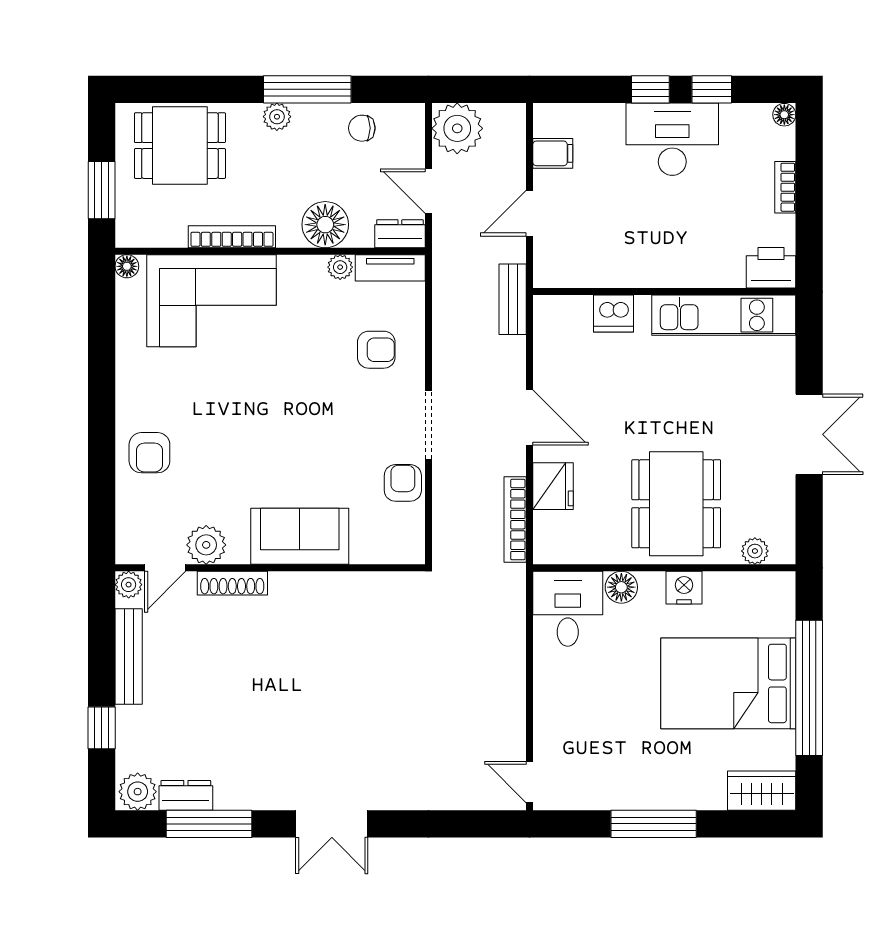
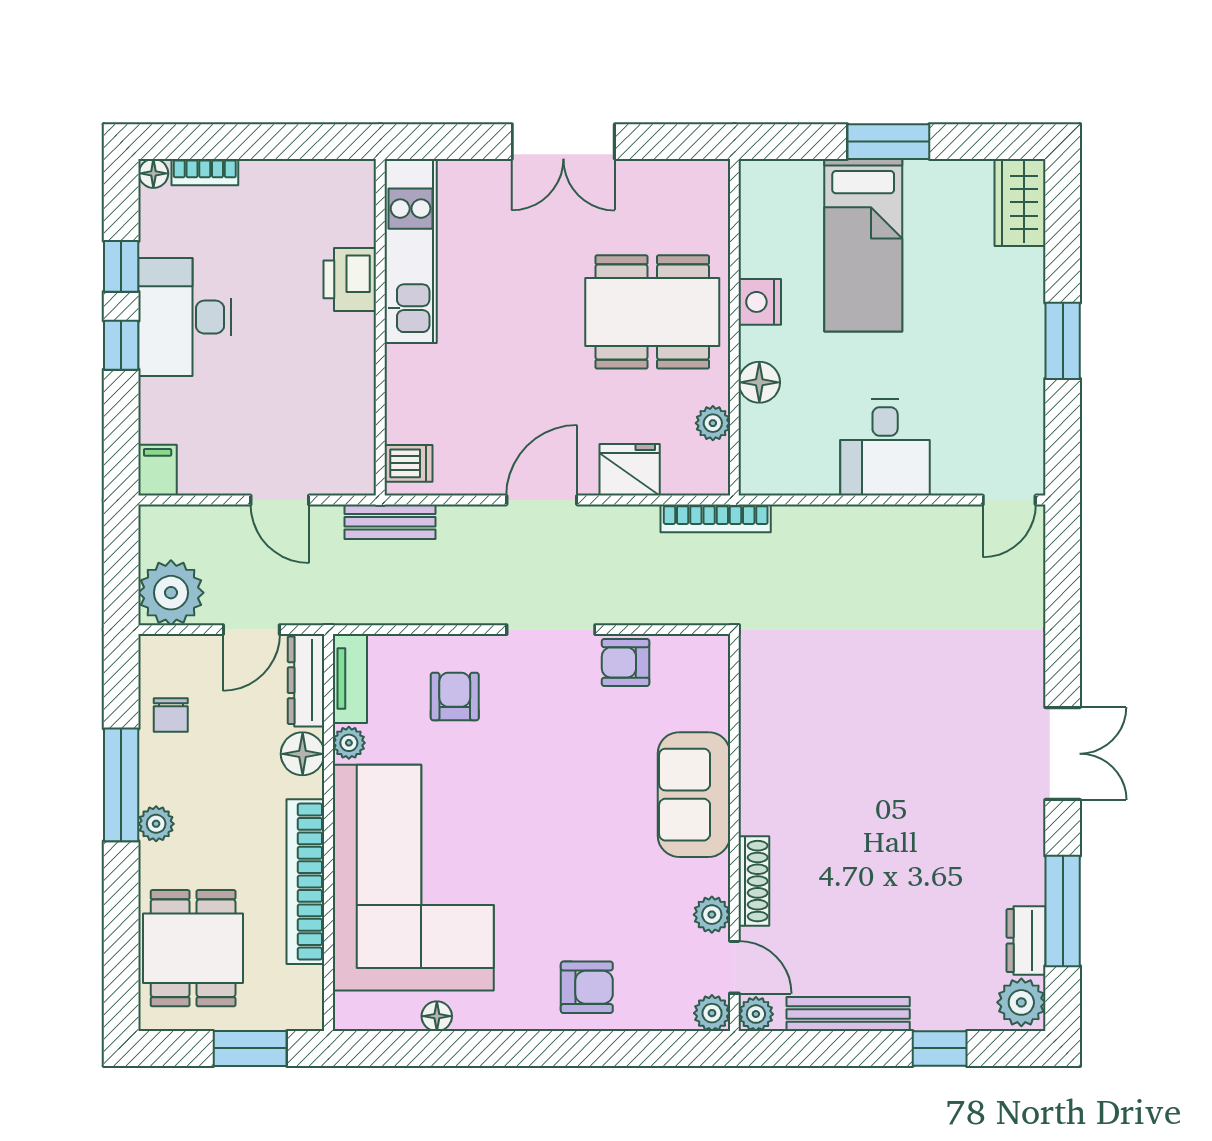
filing cabinet: (553, 153) -> (158, 470), moved
bookcase: (785, 187) -> (205, 172), moved
floor lamp: (325, 225) -> (303, 754), width x0.73, depth x0.73
dresser: (400, 234) -> (306, 680), width x1.44
bookcase: (232, 237) -> (305, 882), width x1.48, depth x1.31
floor lamp: (127, 266) -> (437, 1016), moved
printer: (771, 268) -> (350, 279), moved
corner sofa: (211, 301) -> (413, 878), width x1.36, depth x1.36
dishwasher: (614, 314) -> (408, 463), moved, width x0.73
double door: (809, 434) -> (563, 142), swing flipped
bookcase: (515, 520) -> (716, 518), moved
plant: (206, 545) -> (712, 915), width x0.73, depth x0.73
plant: (129, 550) -> (712, 1013), added
plant: (755, 551) -> (713, 423), moved
desk: (568, 609) -> (885, 448), moved, turned -90
bed: (728, 683) -> (863, 245), width x0.67
window: (809, 688) -> (888, 142), width x0.47
window: (654, 824) -> (1063, 341), width x0.69

